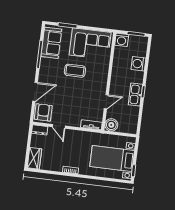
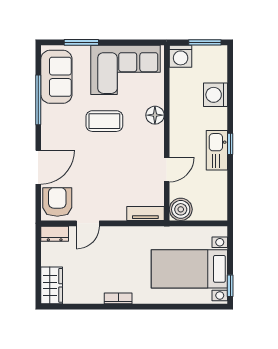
floor lamp: (103, 71) -> (155, 115), added
door: (59, 126) -> (88, 223), hinge flipped

